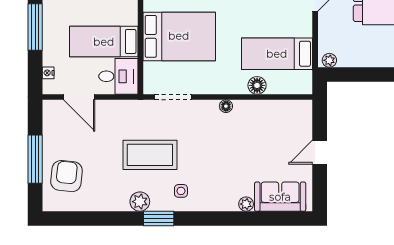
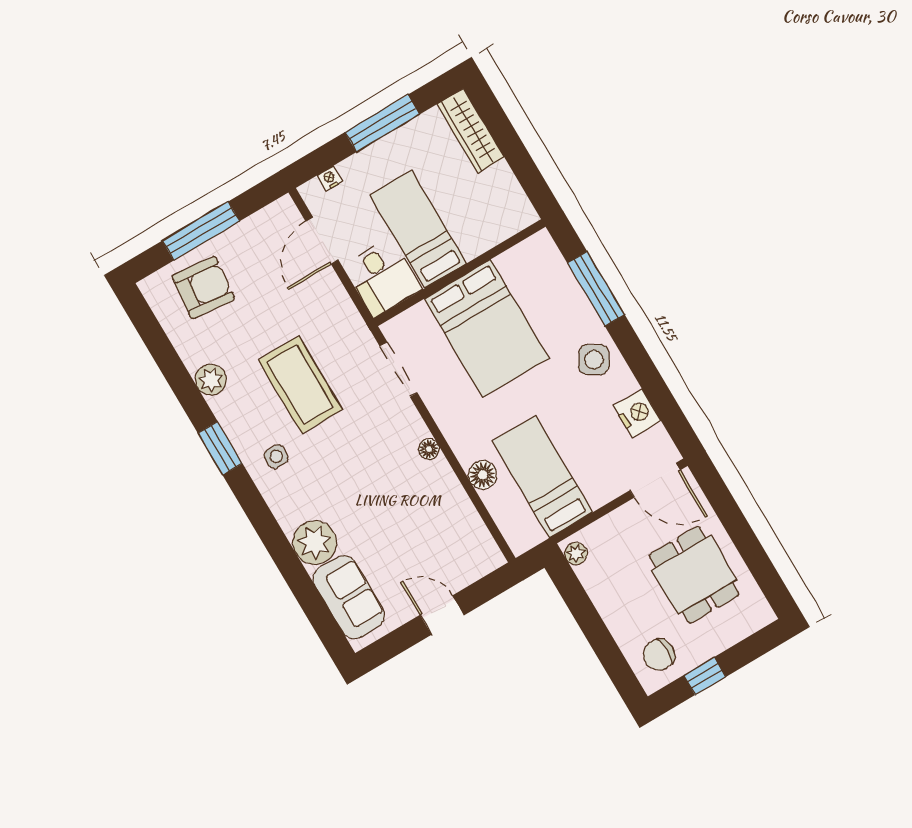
plant: (140, 202) -> (211, 380), moved
plant: (246, 204) -> (315, 543), width x1.87, depth x1.87

